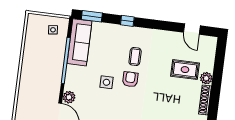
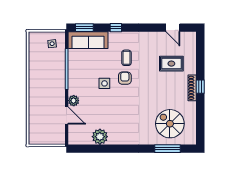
sofa: (80, 42) -> (88, 40), moved, turned 90
plant: (206, 78) -> (191, 69), removed
window: (214, 100) -> (200, 87), added

